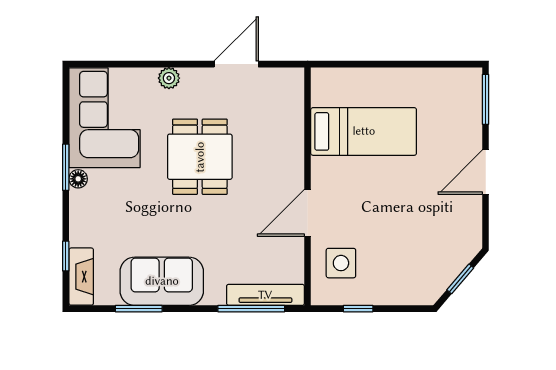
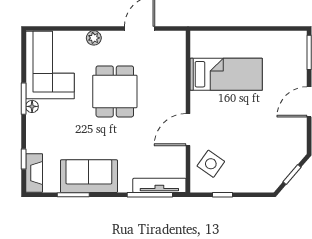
side table: (341, 263) -> (211, 164), turned 35

